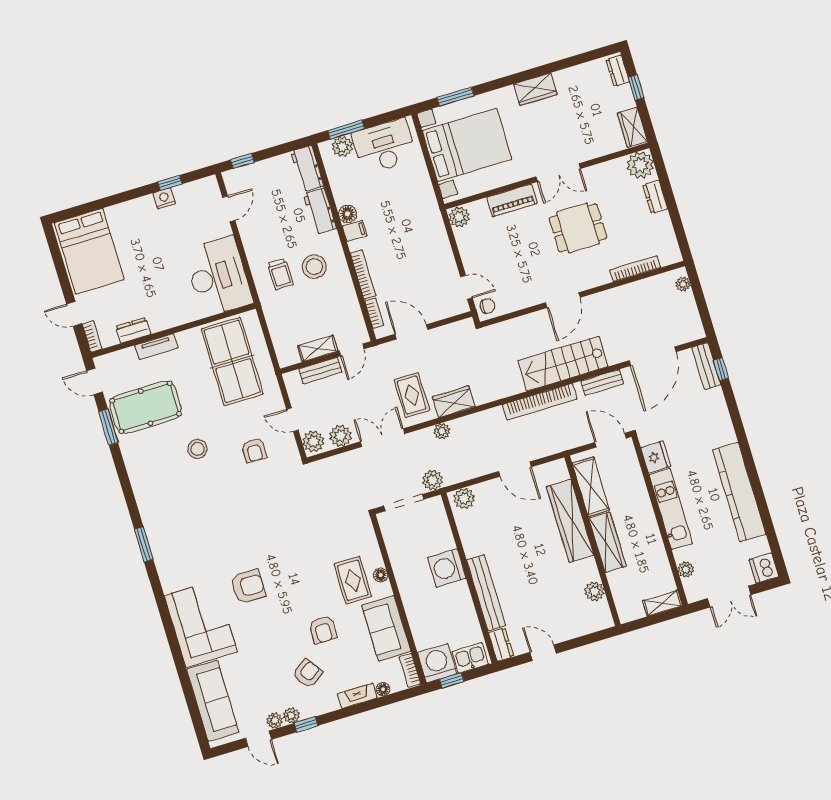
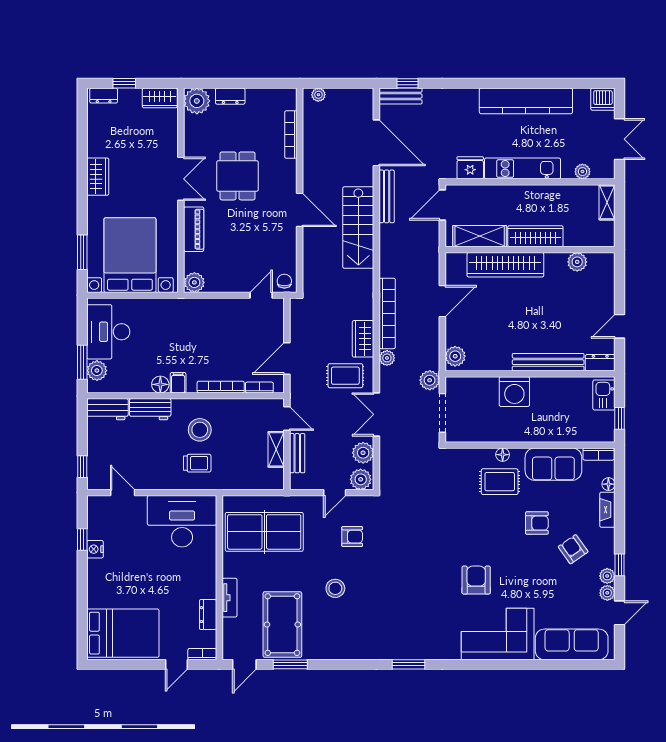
bench: (602, 382) -> (387, 196), width x1.36
bookcase: (540, 402) -> (387, 313), moved
washing machine: (437, 663) -> (600, 427), removed

